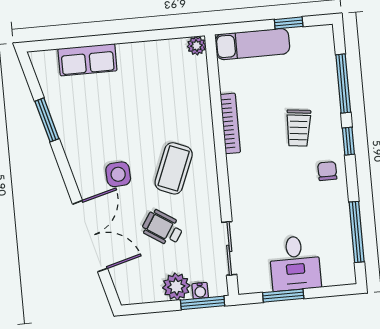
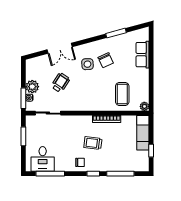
trolley: (298, 128) -> (93, 143), moved
chair: (106, 137) -> (106, 60), added
coffee table: (174, 168) -> (122, 94), moved, turned 68
double door: (90, 236) -> (60, 48), width x0.73
desk: (295, 263) -> (43, 159), moved, turned -90

